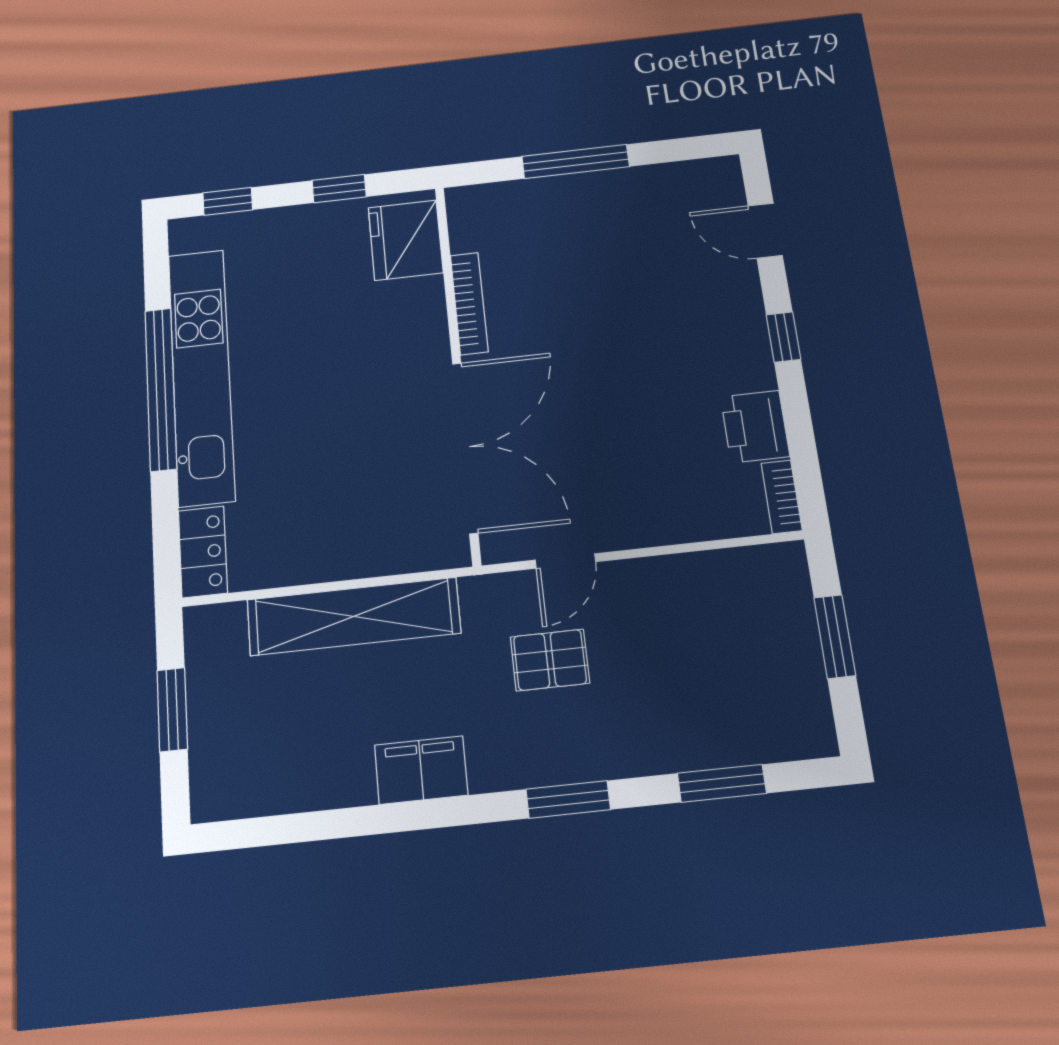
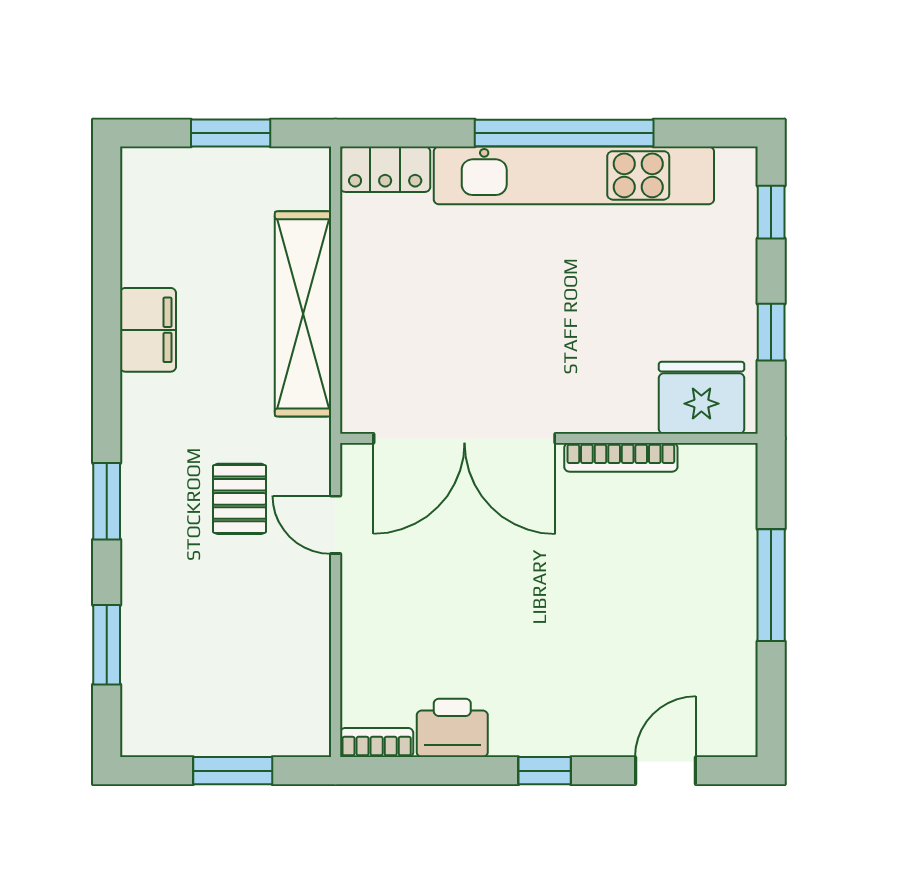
filing cabinet: (421, 770) -> (148, 330), moved

